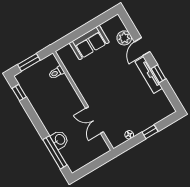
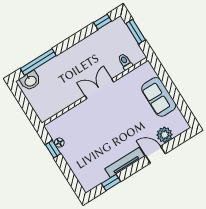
window: (158, 74) -> (111, 183), moved
double door: (95, 120) -> (99, 89), moved
window: (150, 132) -> (53, 149), moved
washbasin: (60, 140) -> (30, 81), moved

